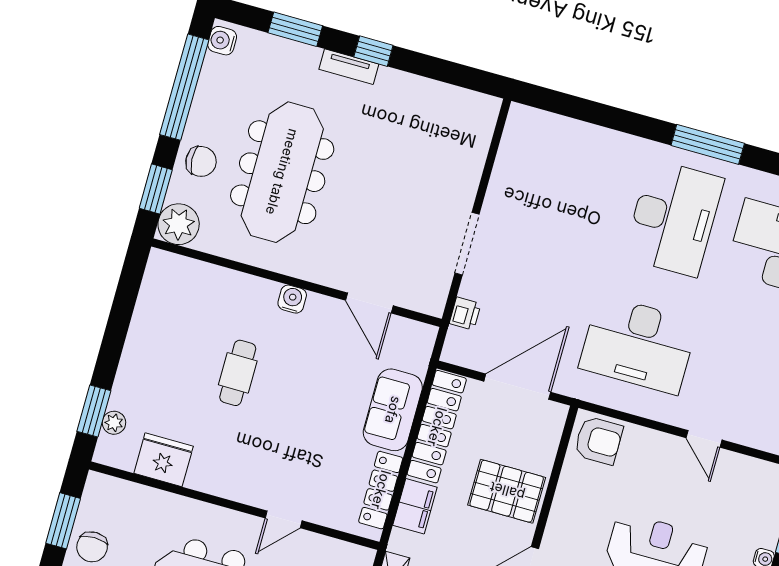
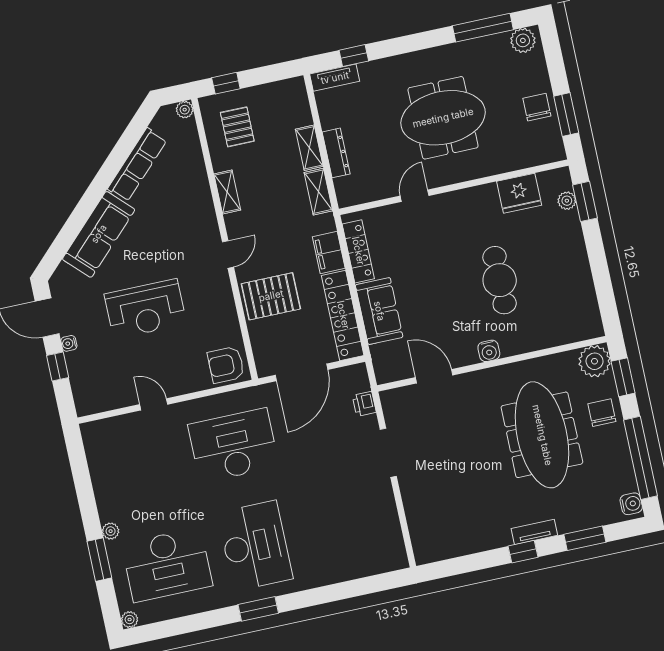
window: (708, 144) -> (258, 609), width x0.69
chair: (201, 161) -> (602, 413), turned 93
desk: (674, 218) -> (255, 546), turned 180
cafe table: (238, 373) -> (500, 280), width x1.37, depth x1.35

